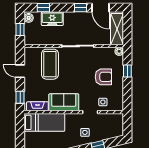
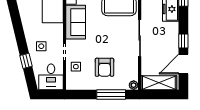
window: (127, 71) -> (111, 94), width x2.17
desk: (112, 124) -> (51, 77), added

